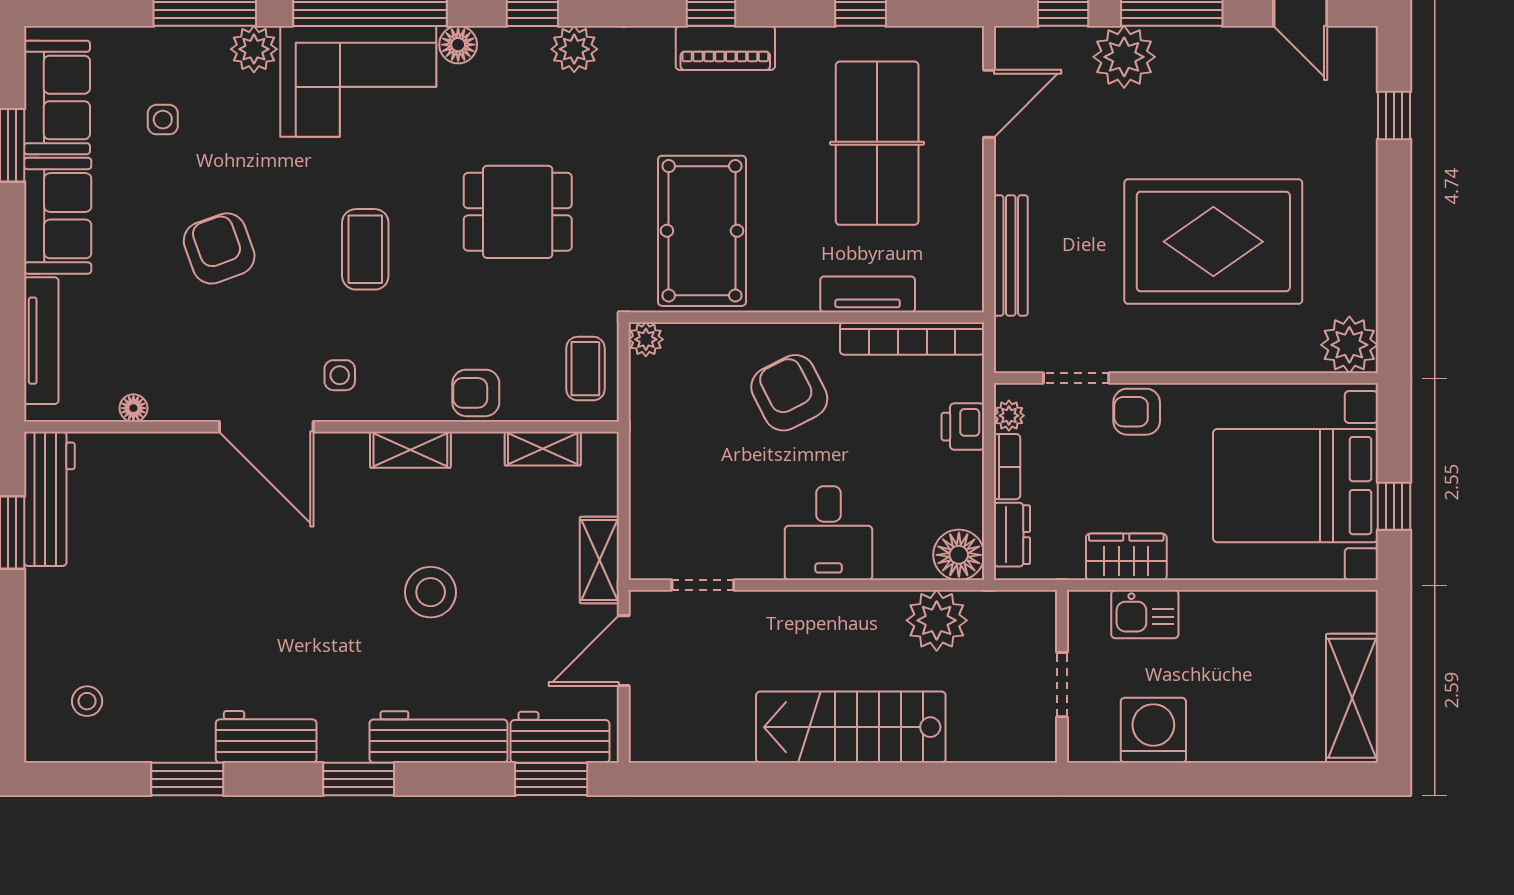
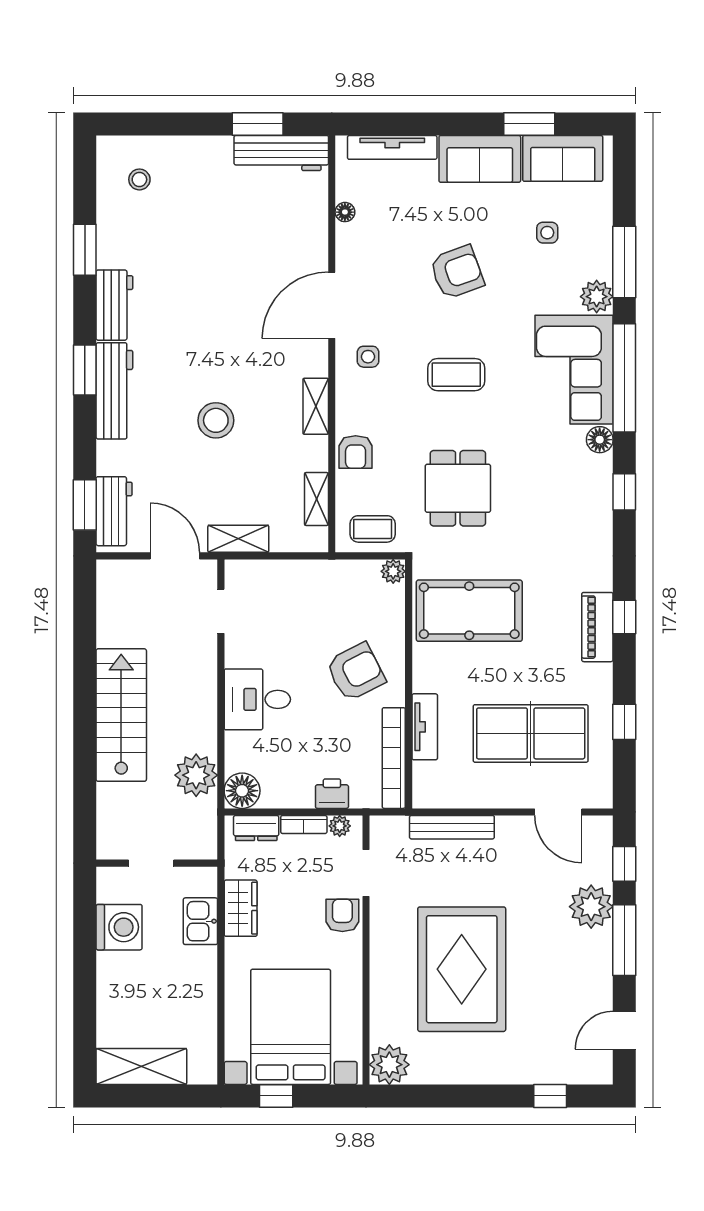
plant: (574, 49) -> (597, 521), removed
dining table: (518, 212) -> (458, 488), moved
armchair: (476, 393) -> (356, 452), turned 180
workbench: (439, 737) -> (114, 391), moved

